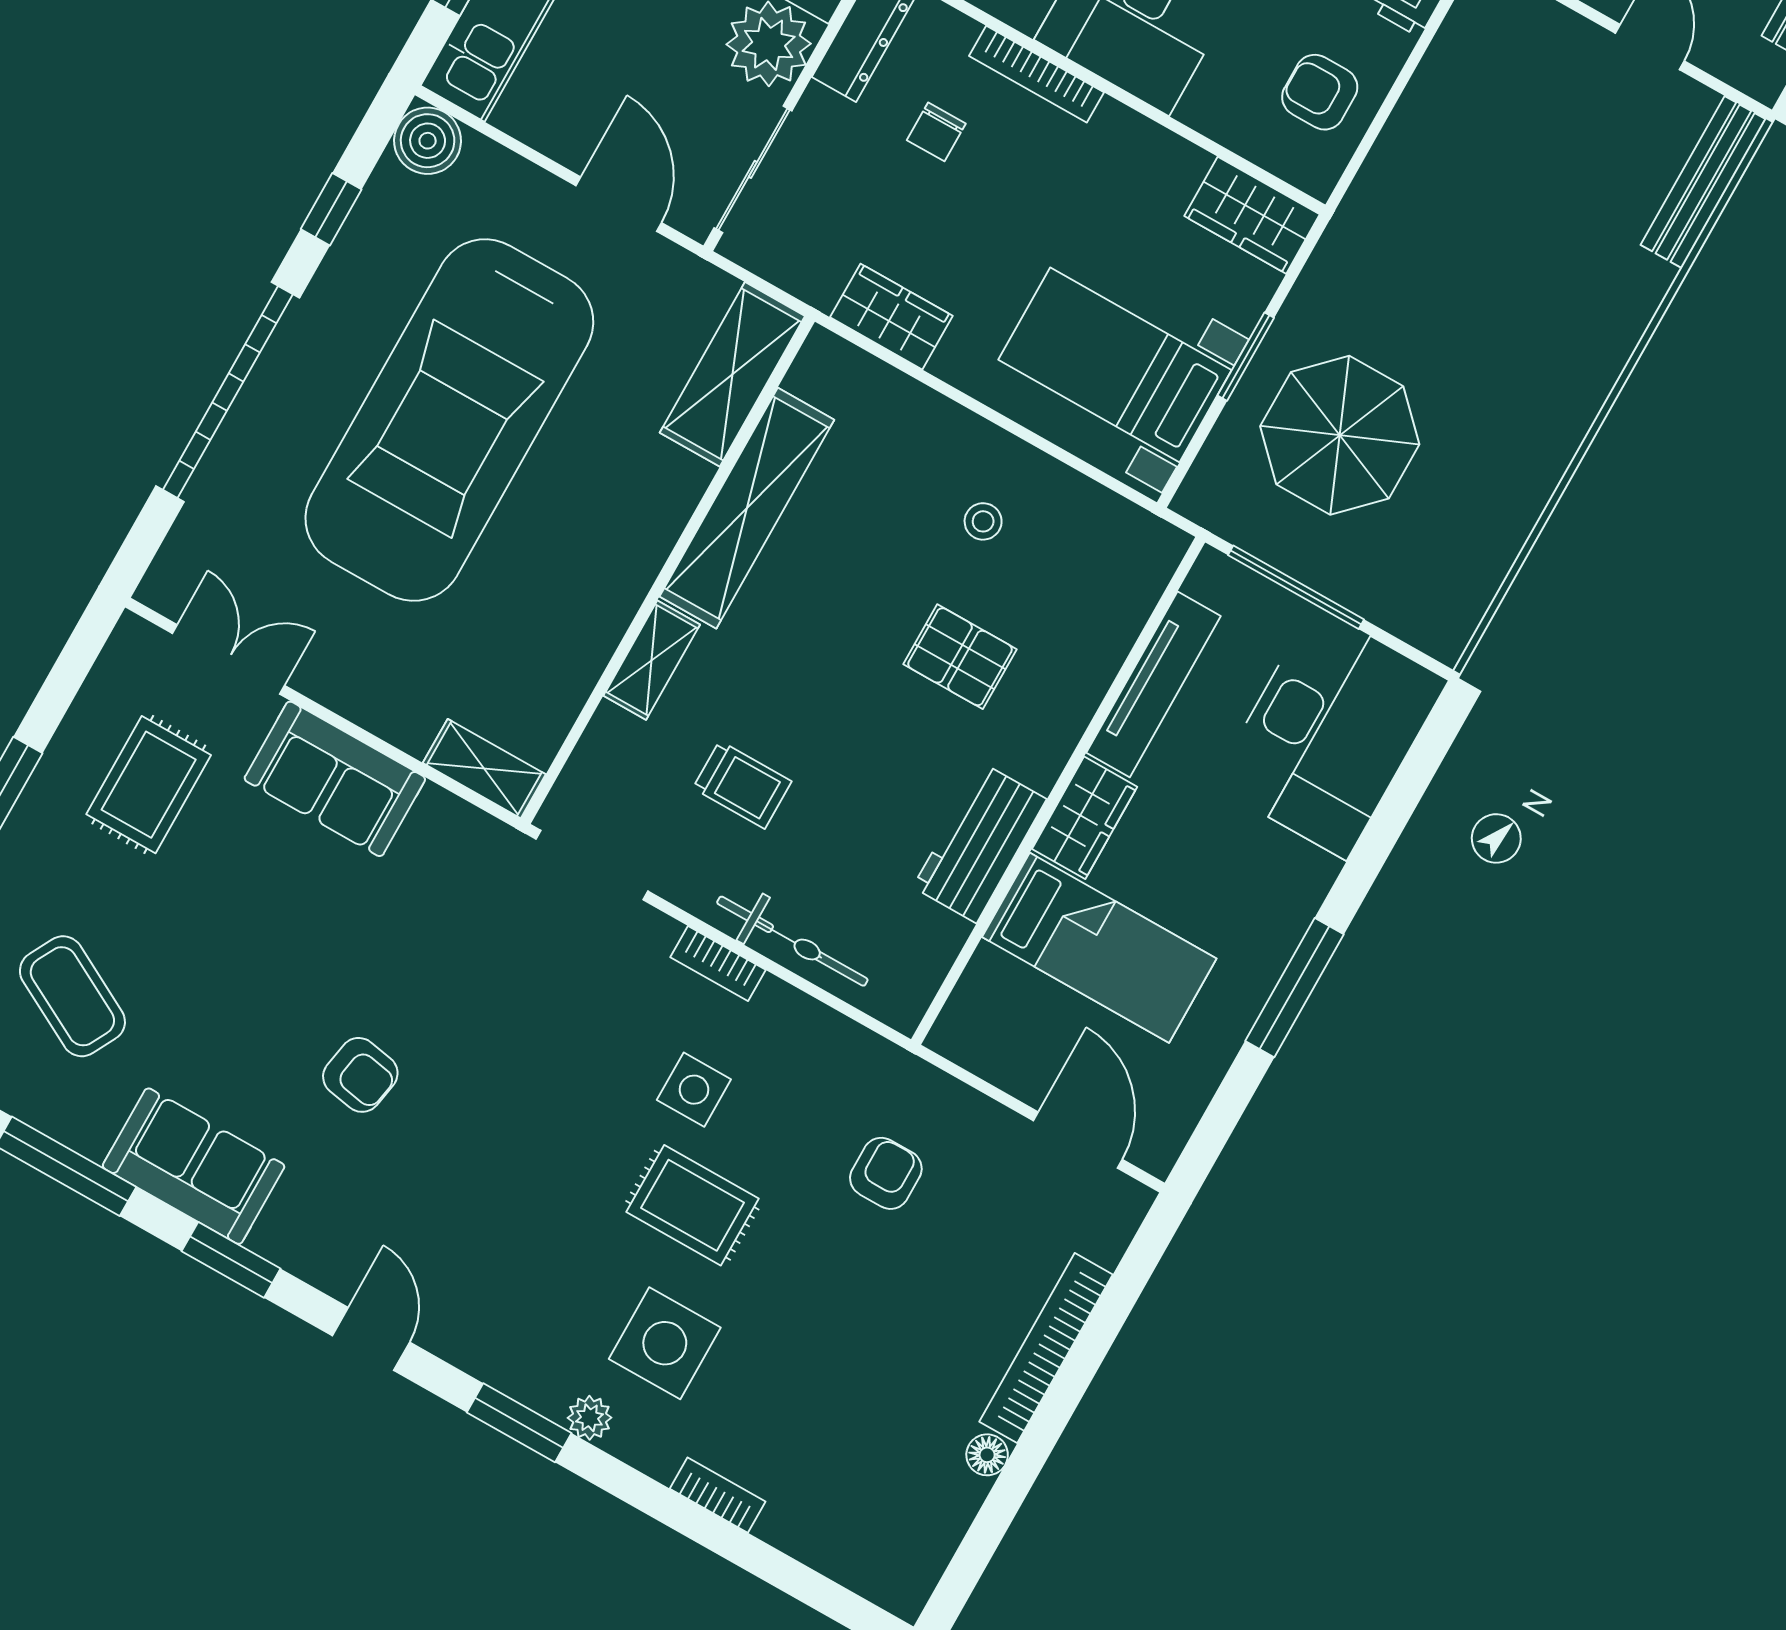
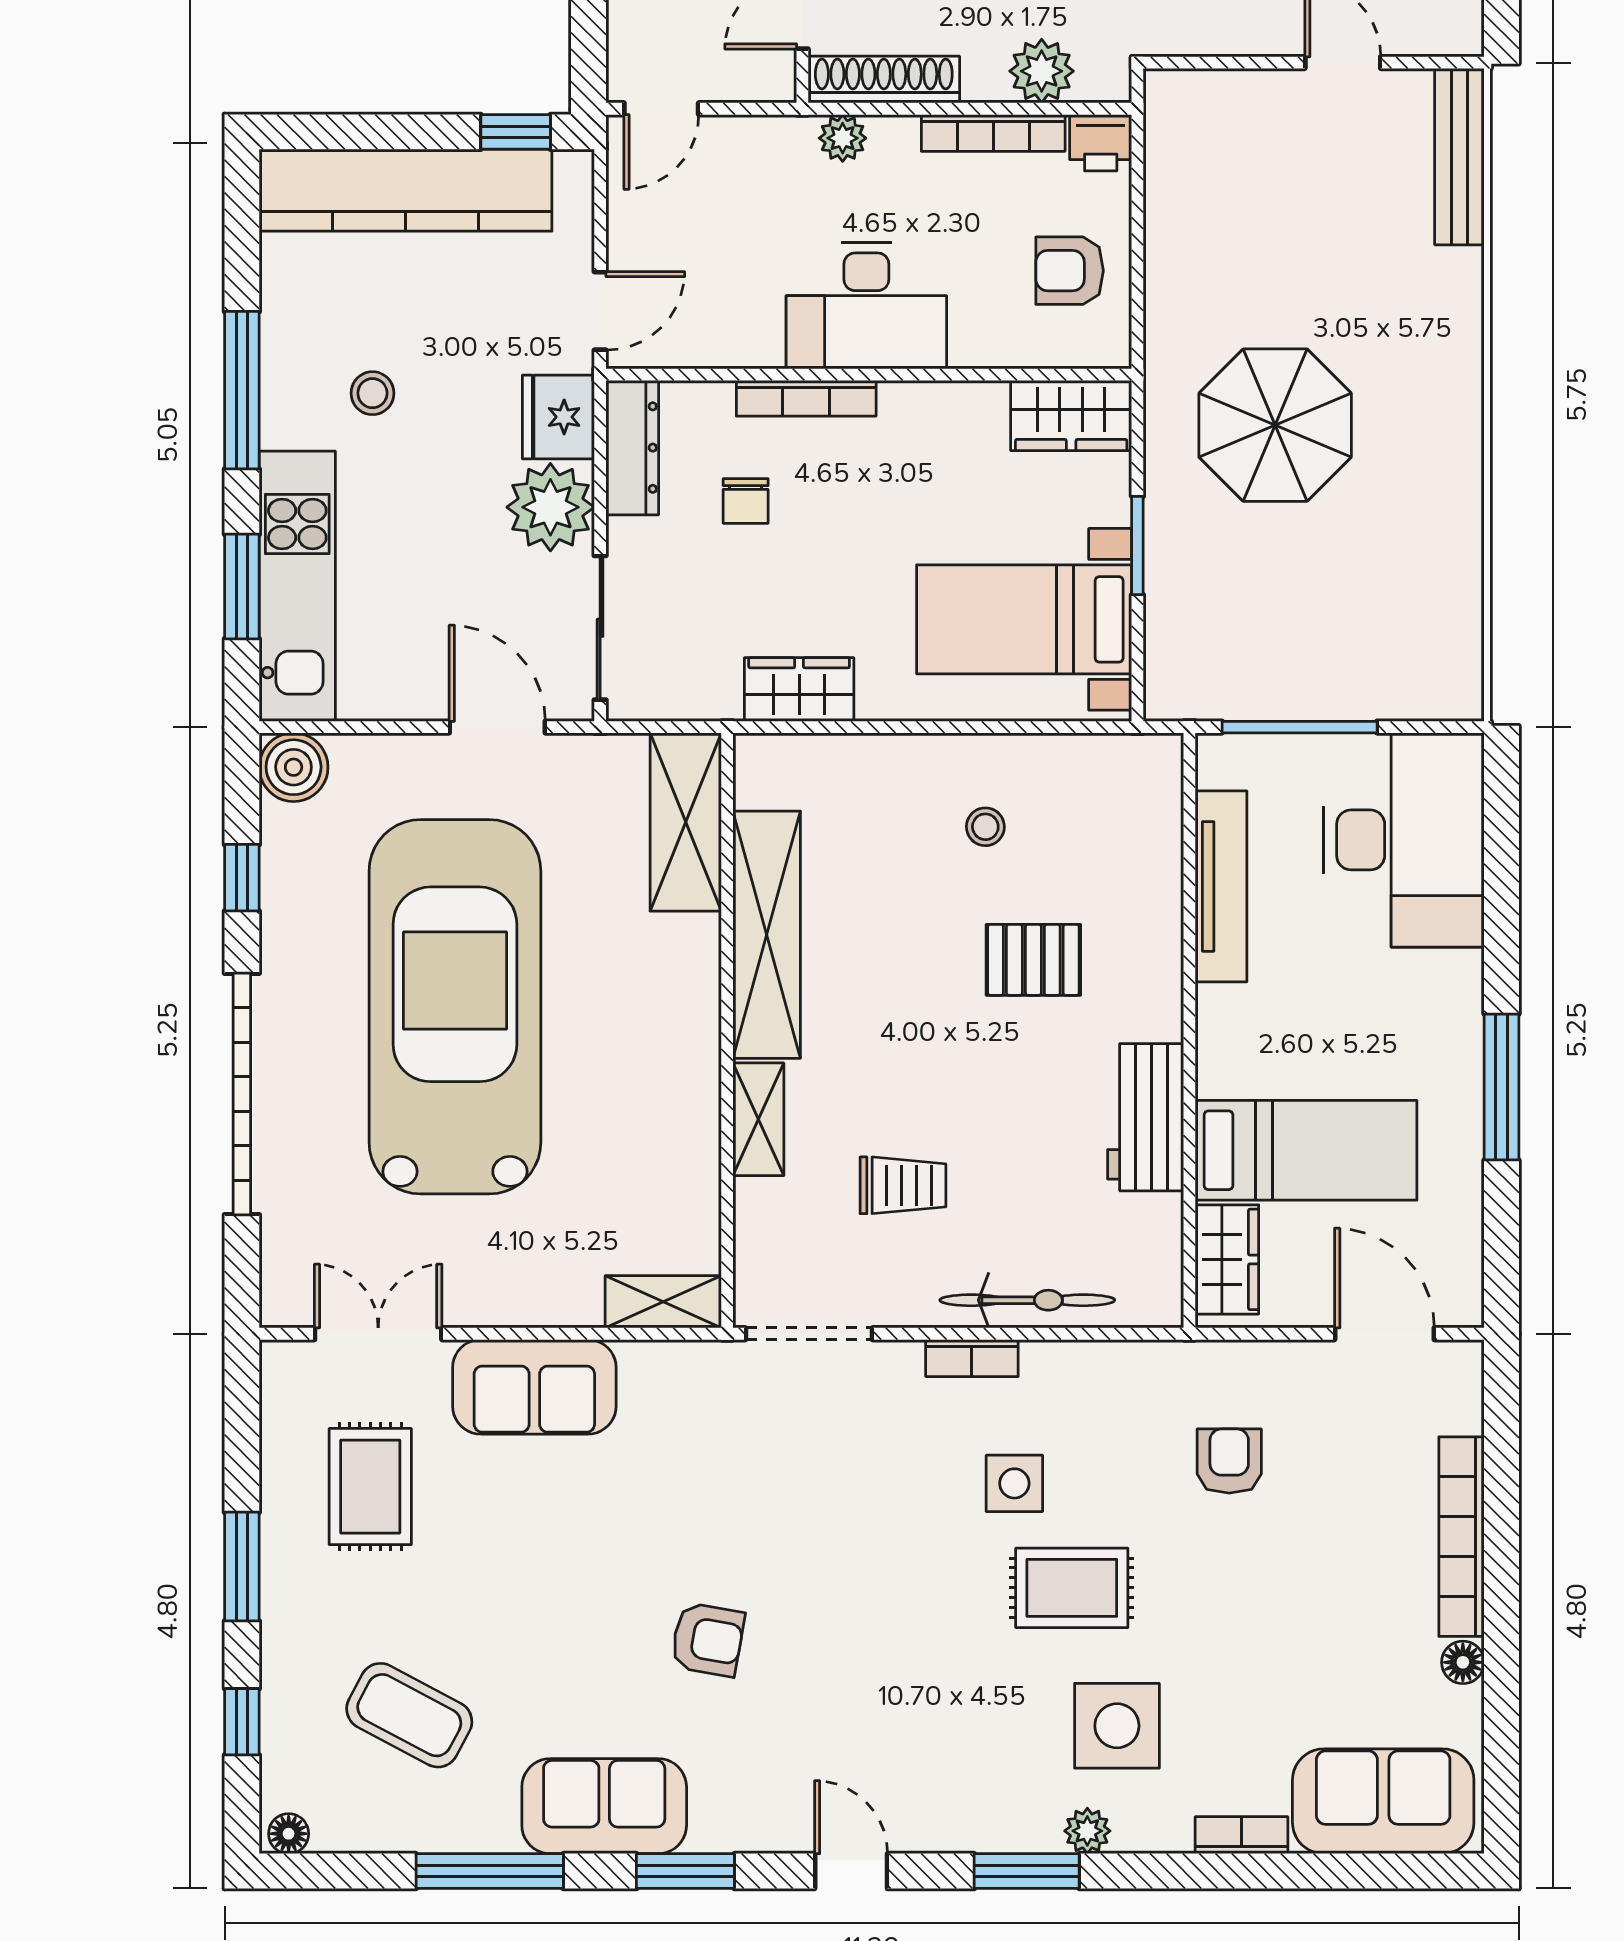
car: (449, 420) -> (455, 1007), turned 180
parasol: (1340, 435) -> (1275, 425), moved
wardrobe: (1085, 818) -> (1227, 1259), moved
sofa: (853, 1534) -> (1383, 1801), added

